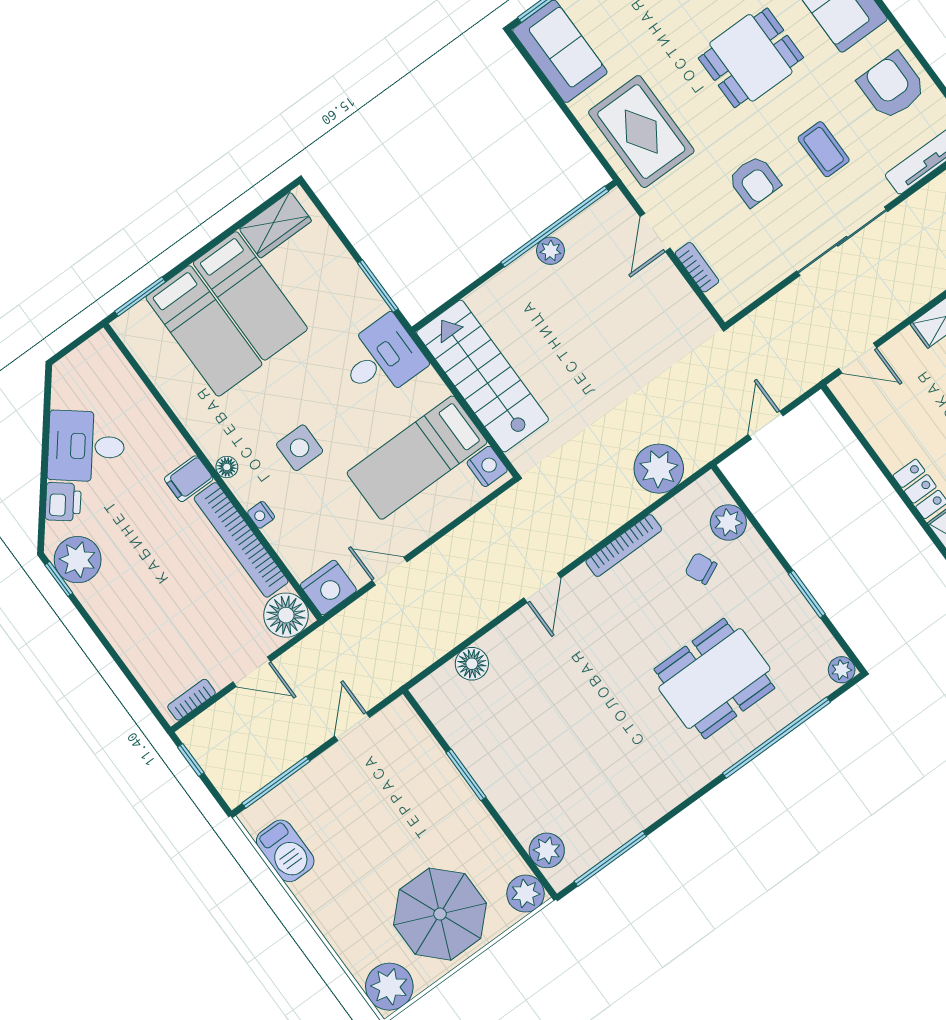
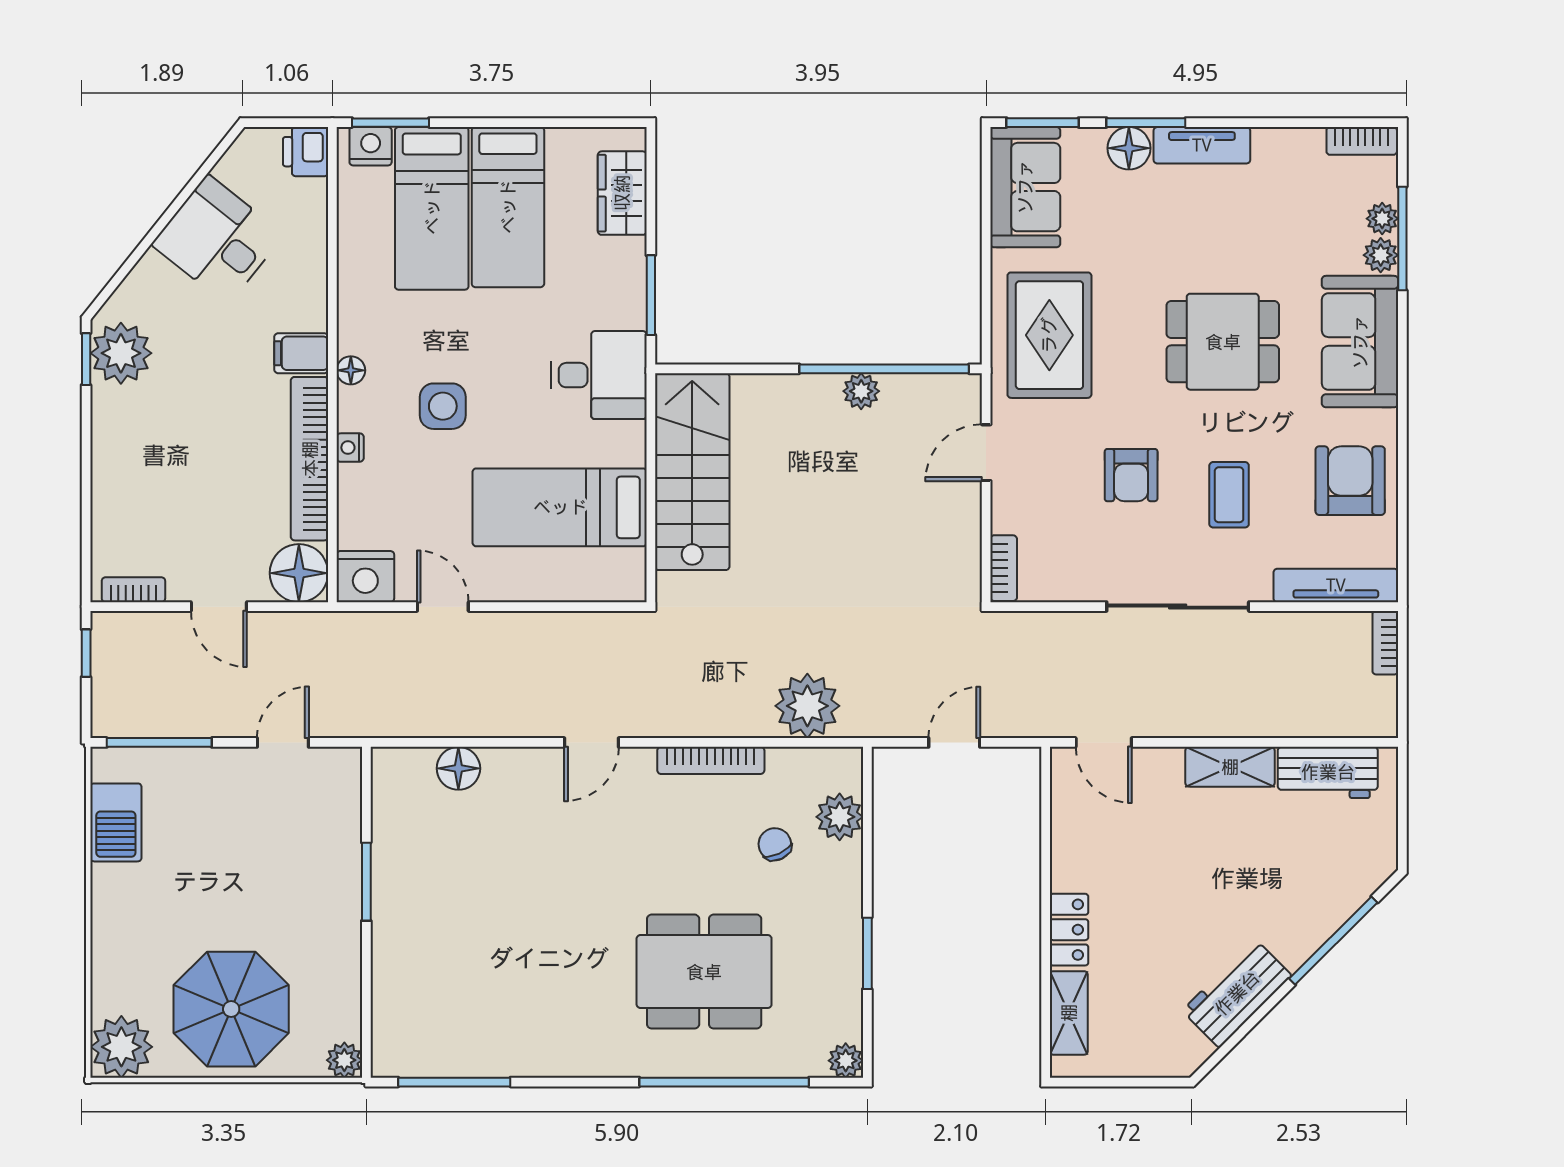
wardrobe: (275, 225) -> (622, 193), moved, turned 90
bookcase: (697, 267) -> (1004, 568), moved
nightstand: (487, 466) -> (371, 146), moved, turned -90
printer: (63, 502) -> (306, 152), moved, turned 141
plant: (547, 850) -> (394, 1024), removed
plant: (525, 894) -> (344, 1060), width x0.73, depth x0.73

